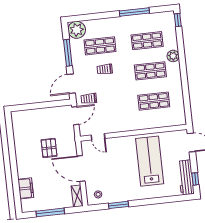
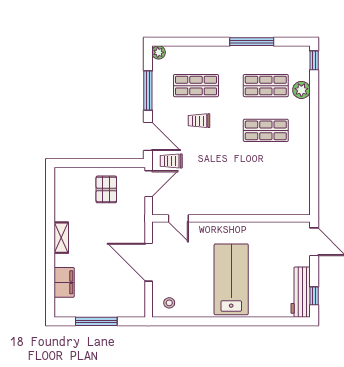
plant: (77, 30) -> (159, 52), width x0.53, depth x0.53
plant: (173, 56) -> (301, 90), moved
door: (71, 84) -> (148, 136), swing flipped
shop shelf: (154, 101) -> (266, 175), removed
pallet: (49, 148) -> (106, 189), moved
lab bench: (150, 161) -> (231, 279), moved
shelving: (77, 196) -> (61, 238), moved
window: (118, 205) -> (197, 321), removed

